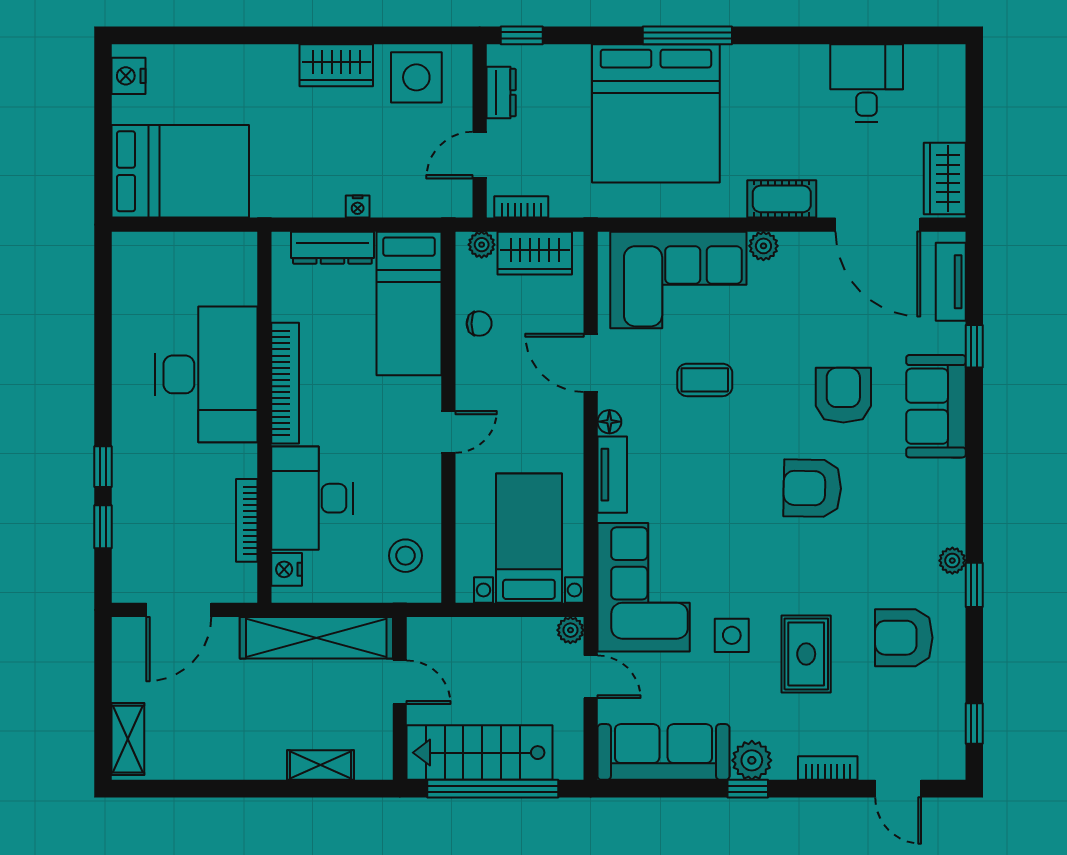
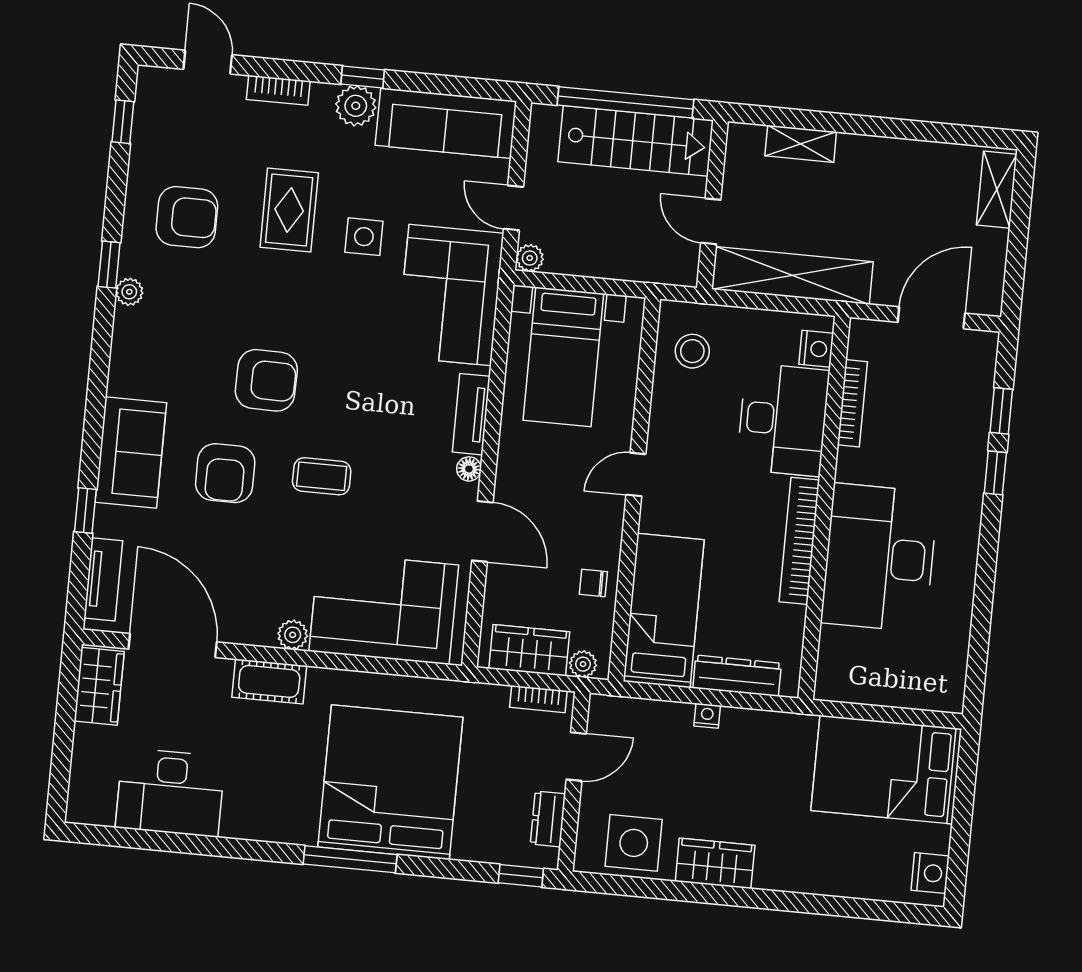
desk: (867, 83) -> (170, 792), width x1.37
coffee table: (705, 380) -> (322, 476), moved

